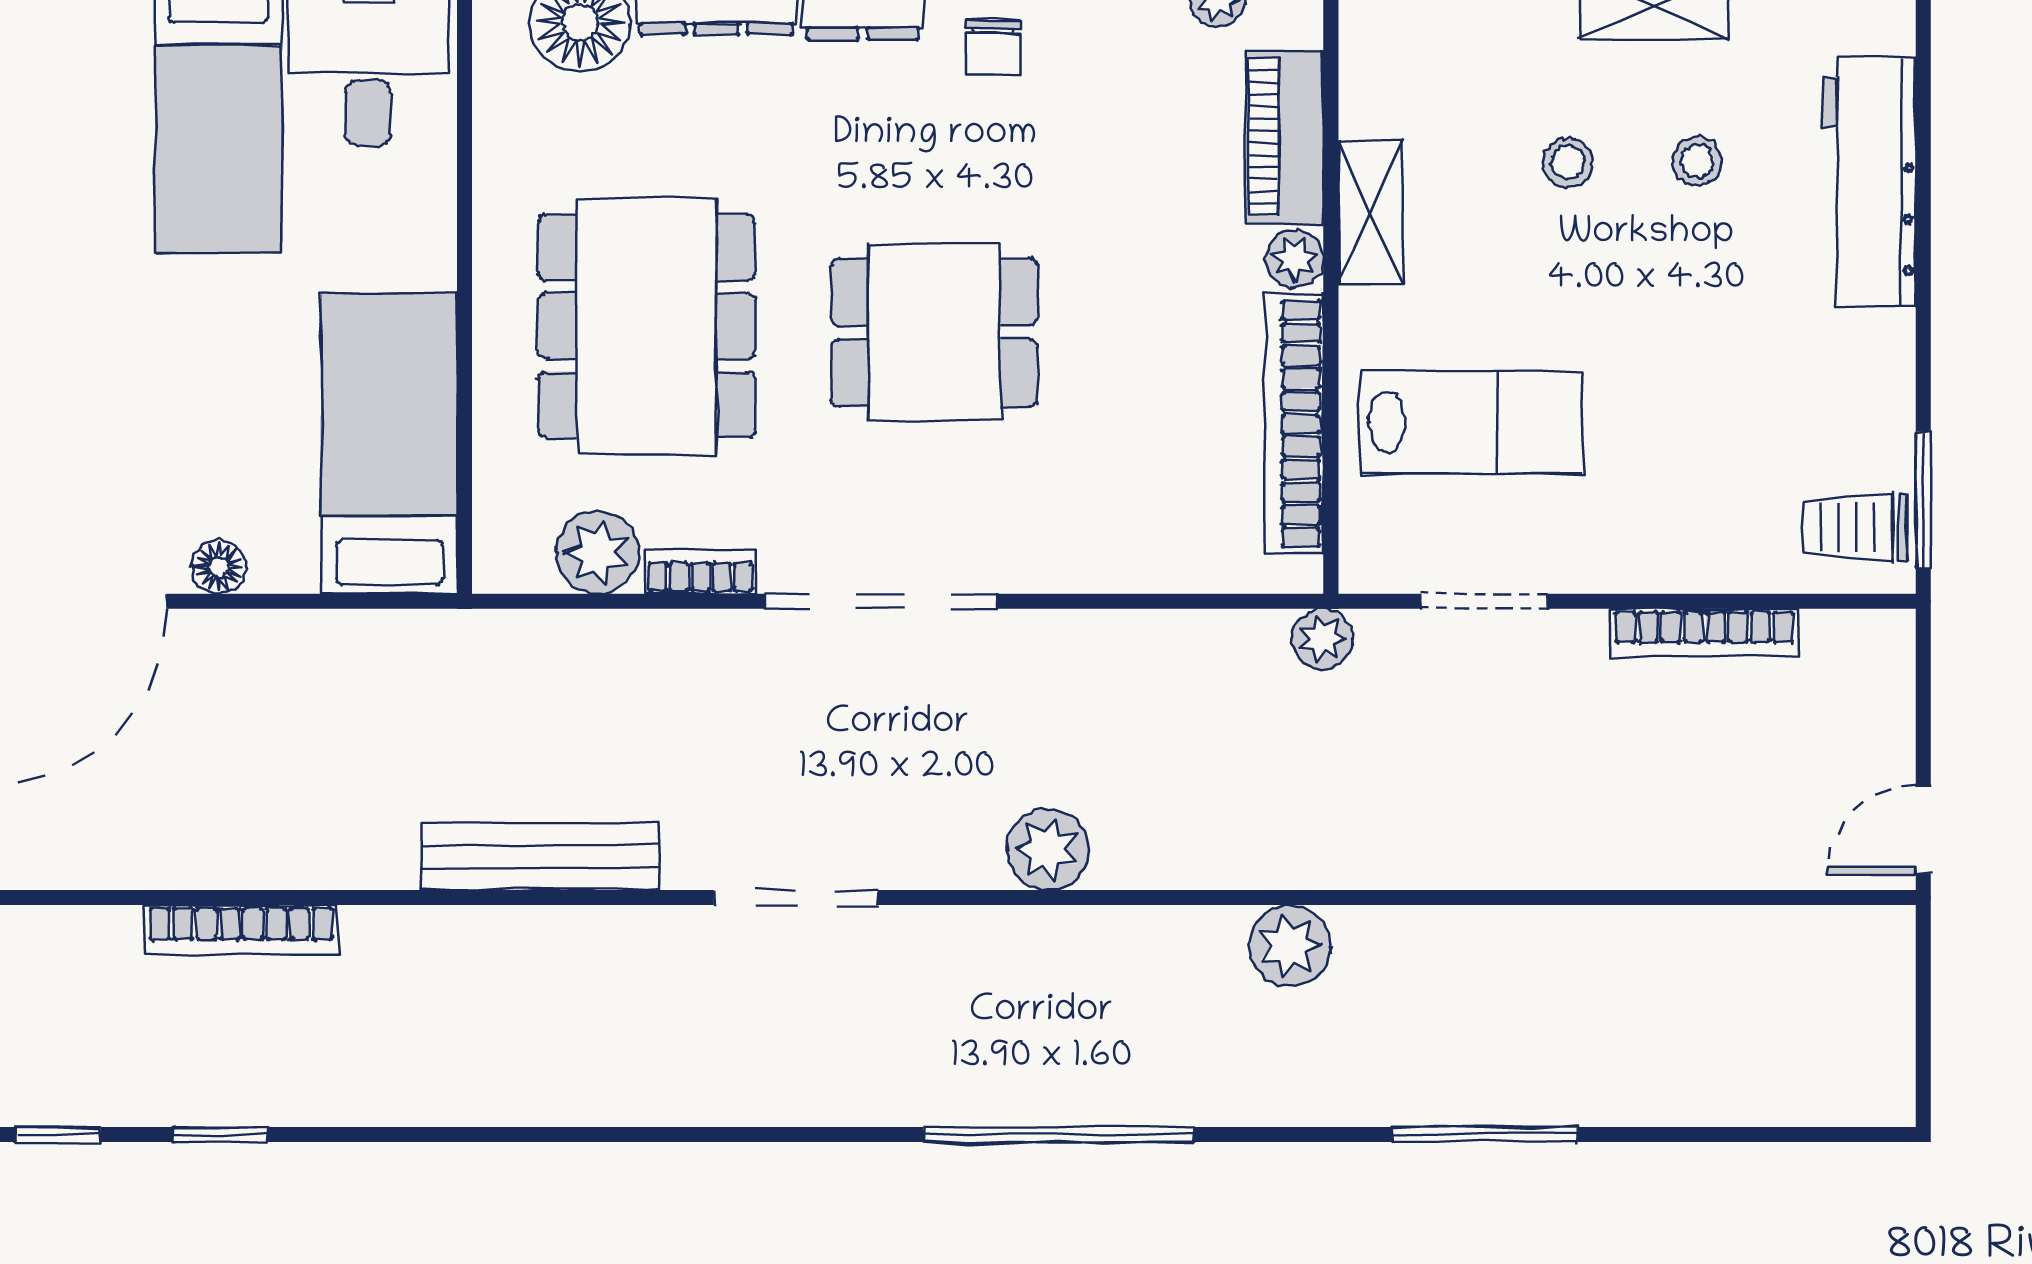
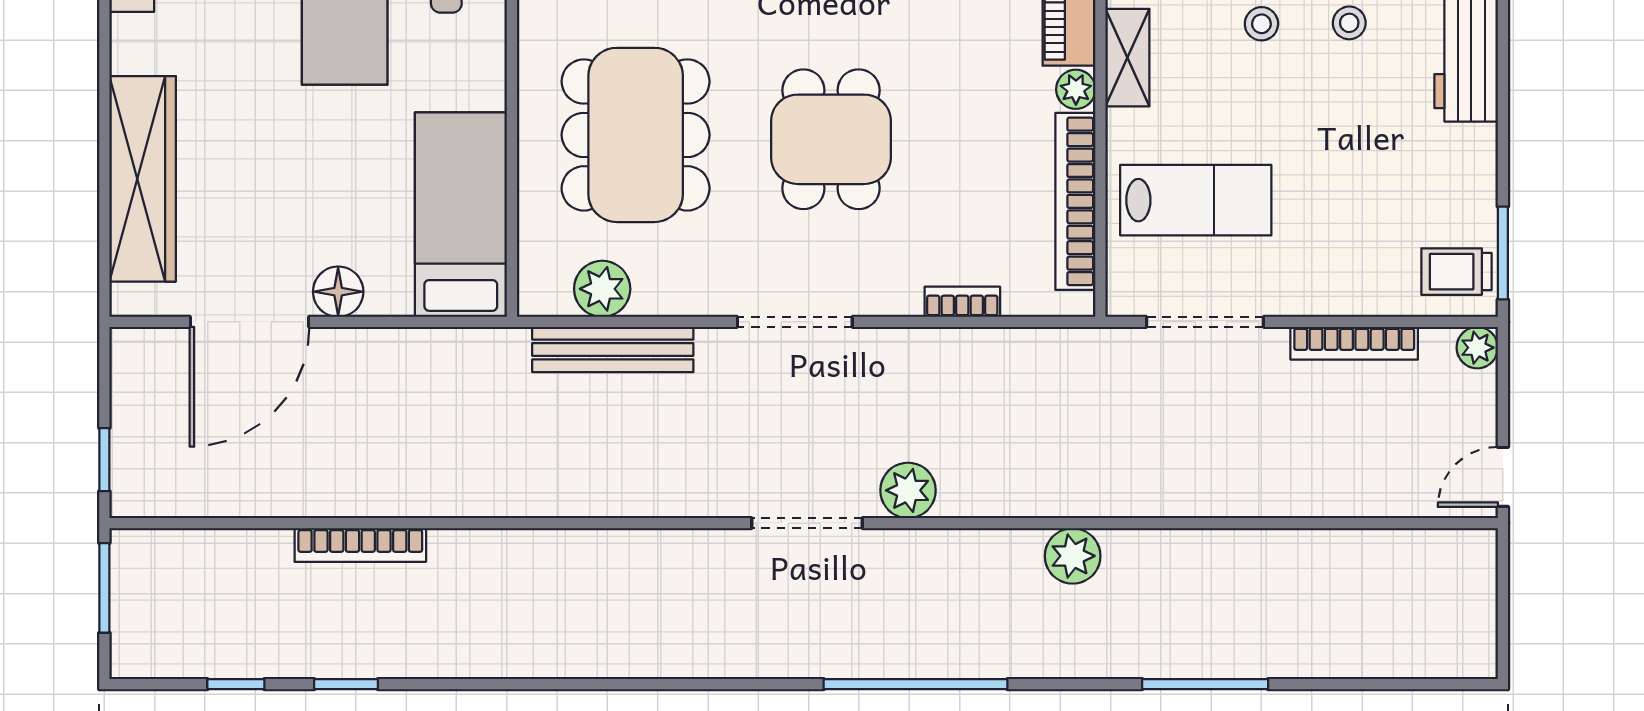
dining table: (934, 332) -> (831, 139), turned 90
floor lamp: (219, 567) -> (338, 292), width x1.37, depth x1.37
bookcase: (700, 572) -> (962, 302), moved
doorway: (881, 601) -> (795, 322), width x0.73
doorway: (1485, 601) -> (1205, 322), width x1.38
plant: (1322, 639) -> (1477, 348), moved
bench: (540, 857) -> (613, 350), moved
doorway: (796, 898) -> (807, 523), moved

